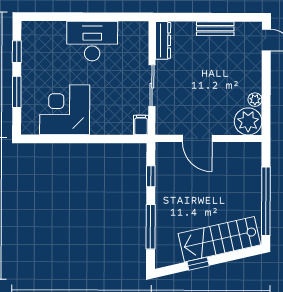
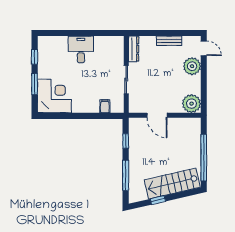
desk: (92, 41) -> (81, 49), width x0.73
plant: (255, 100) -> (192, 66), moved, width x1.88, depth x1.88
corner desk: (65, 110) -> (54, 96), moved, turned 90
filing cabinet: (141, 125) -> (105, 106), moved

